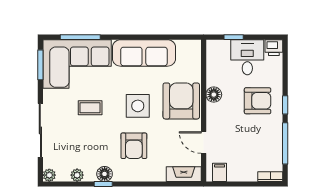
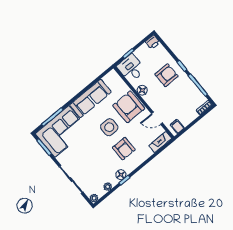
desk: (247, 57) -> (131, 68), moved
coffee table: (90, 108) -> (86, 148), removed

